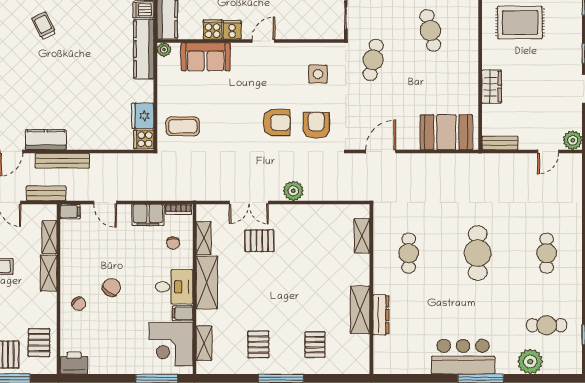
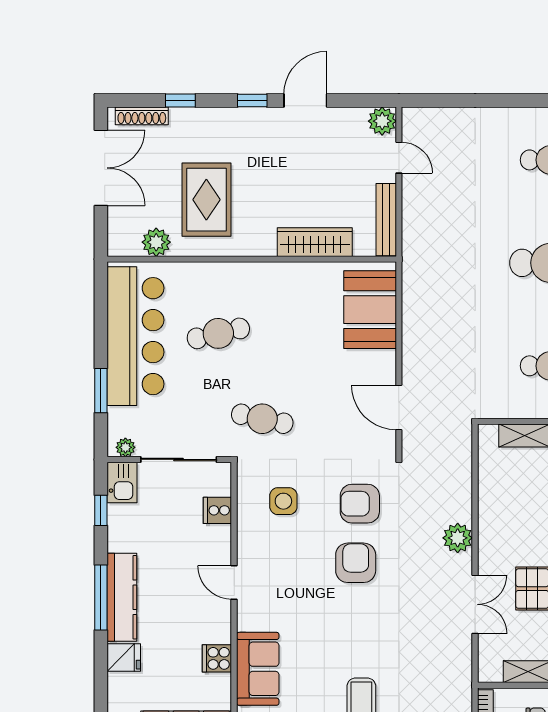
cooker: (232, 30) -> (217, 510), moved
wardrobe: (492, 87) -> (315, 242), width x1.50
bench: (500, 143) -> (386, 220), width x1.36

